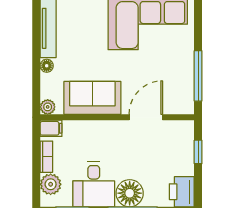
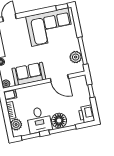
plant: (183, 85) -> (76, 57), added
door: (146, 117) -> (59, 78), swing flipped

